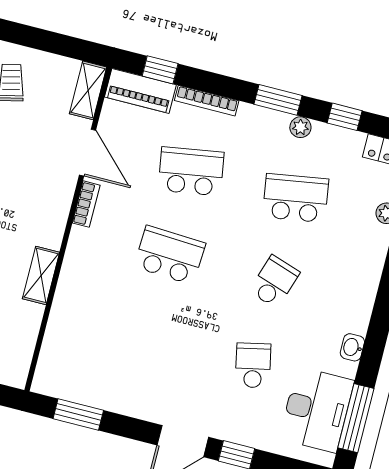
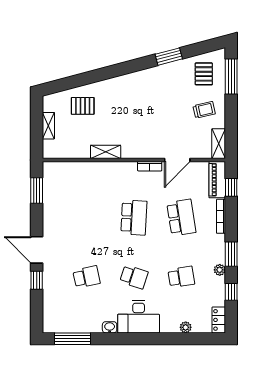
shelving: (88, 90) -> (219, 144), moved, turned 90
school desk: (296, 198) -> (181, 277), width x0.54
desk: (317, 410) -> (139, 317), moved

